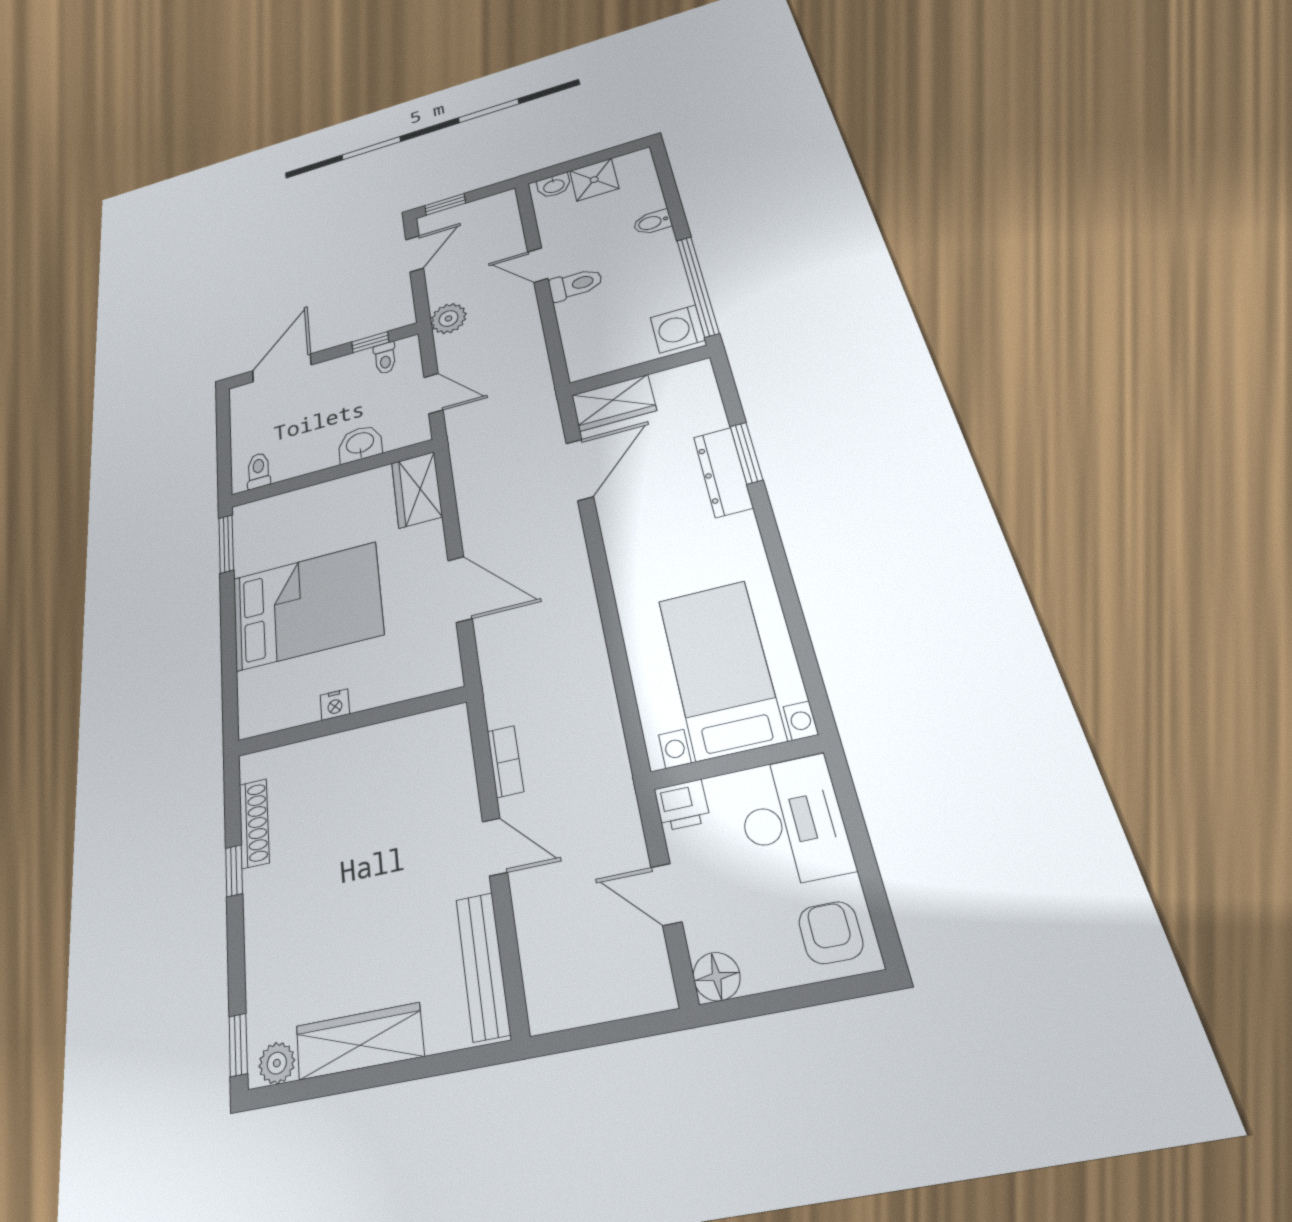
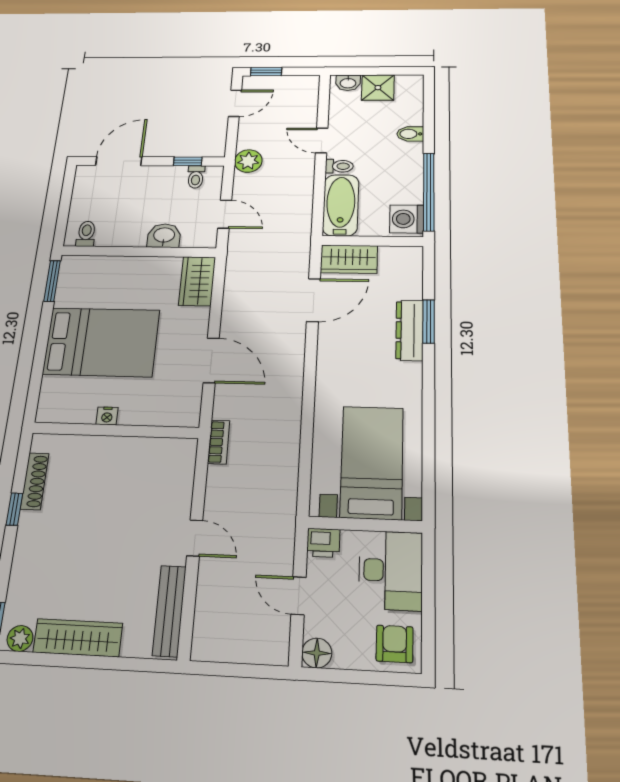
toilet: (576, 284) -> (339, 166), width x0.73, depth x0.72
bathtub: (584, 337) -> (341, 205), added
bookcase: (505, 761) -> (219, 442), moved

